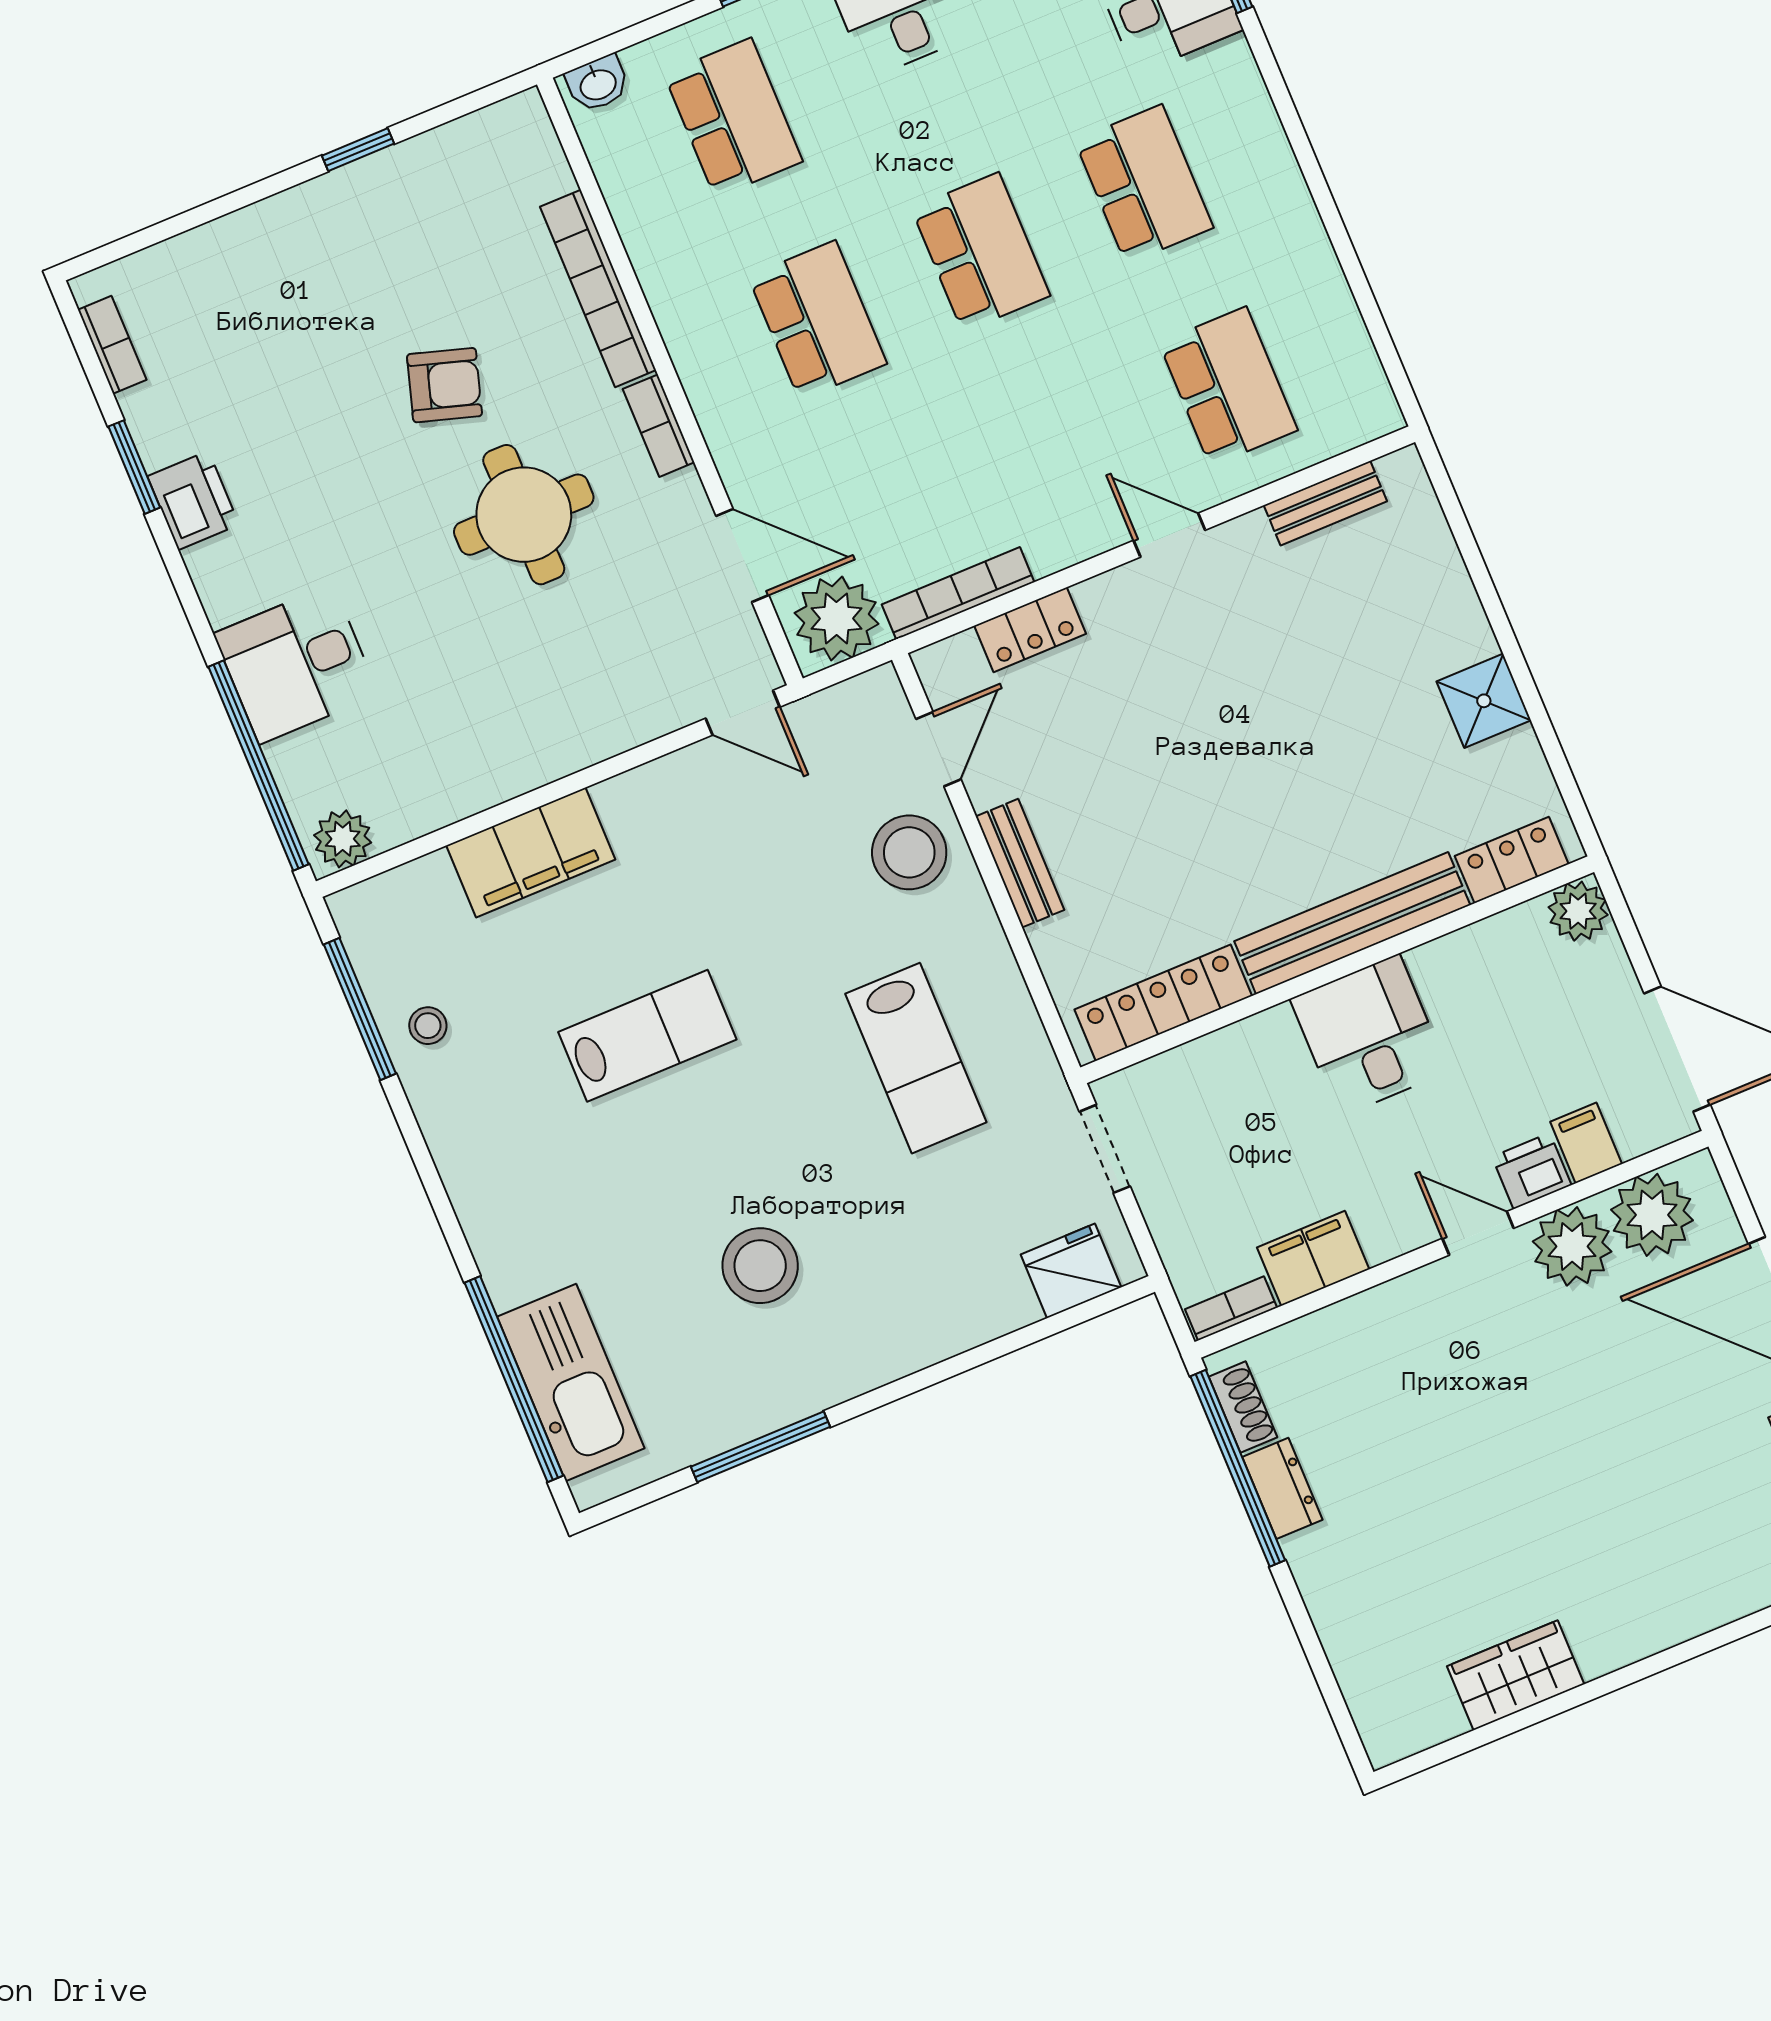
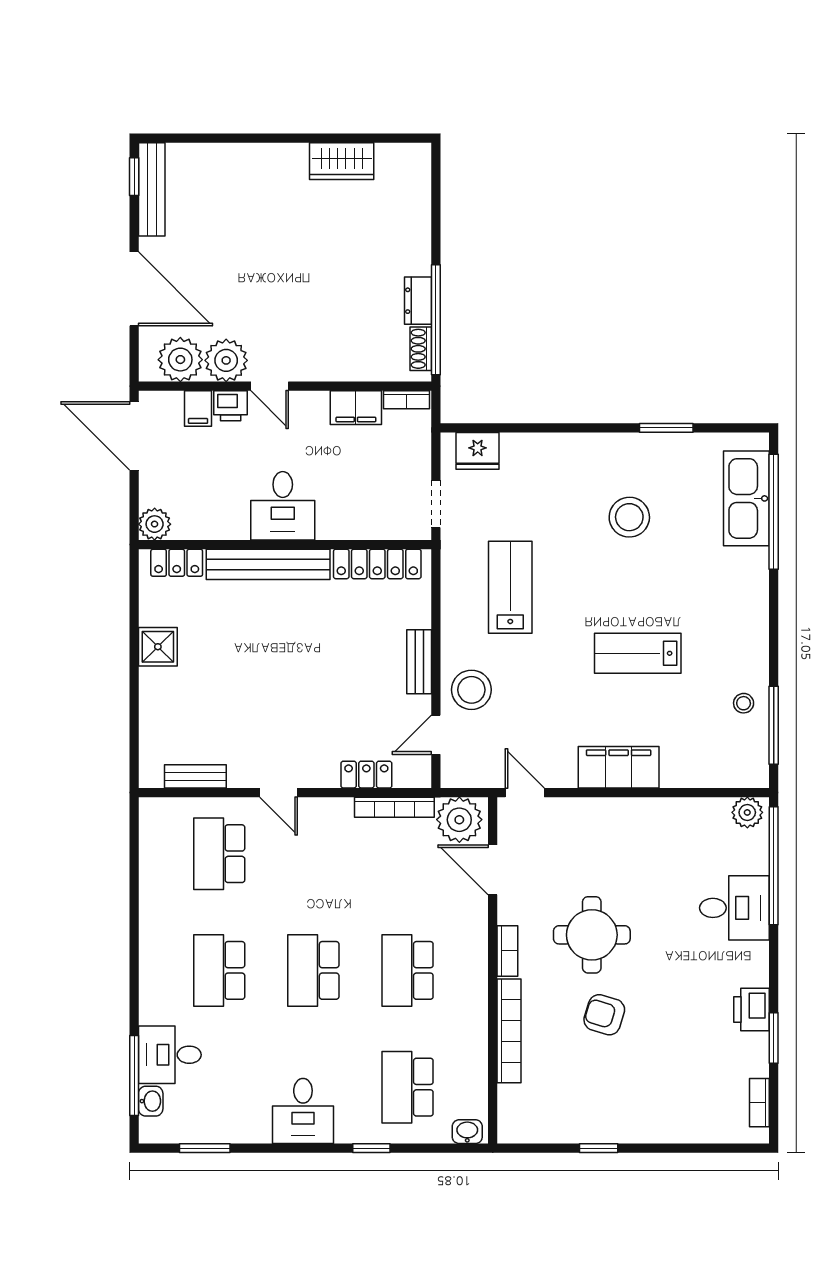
filing cabinet: (531, 852) -> (619, 767), moved
window: (760, 1447) -> (666, 428), width x0.69

